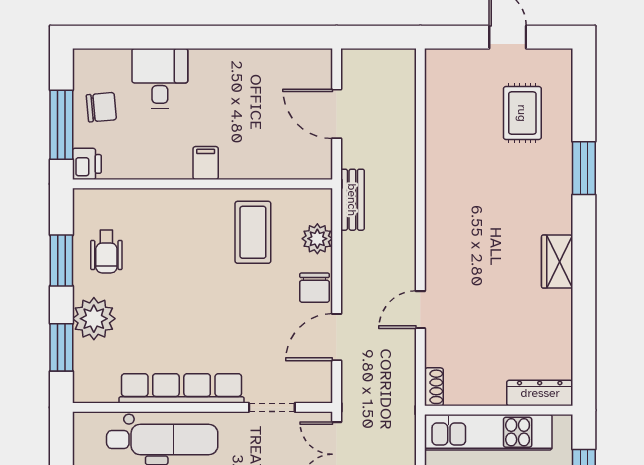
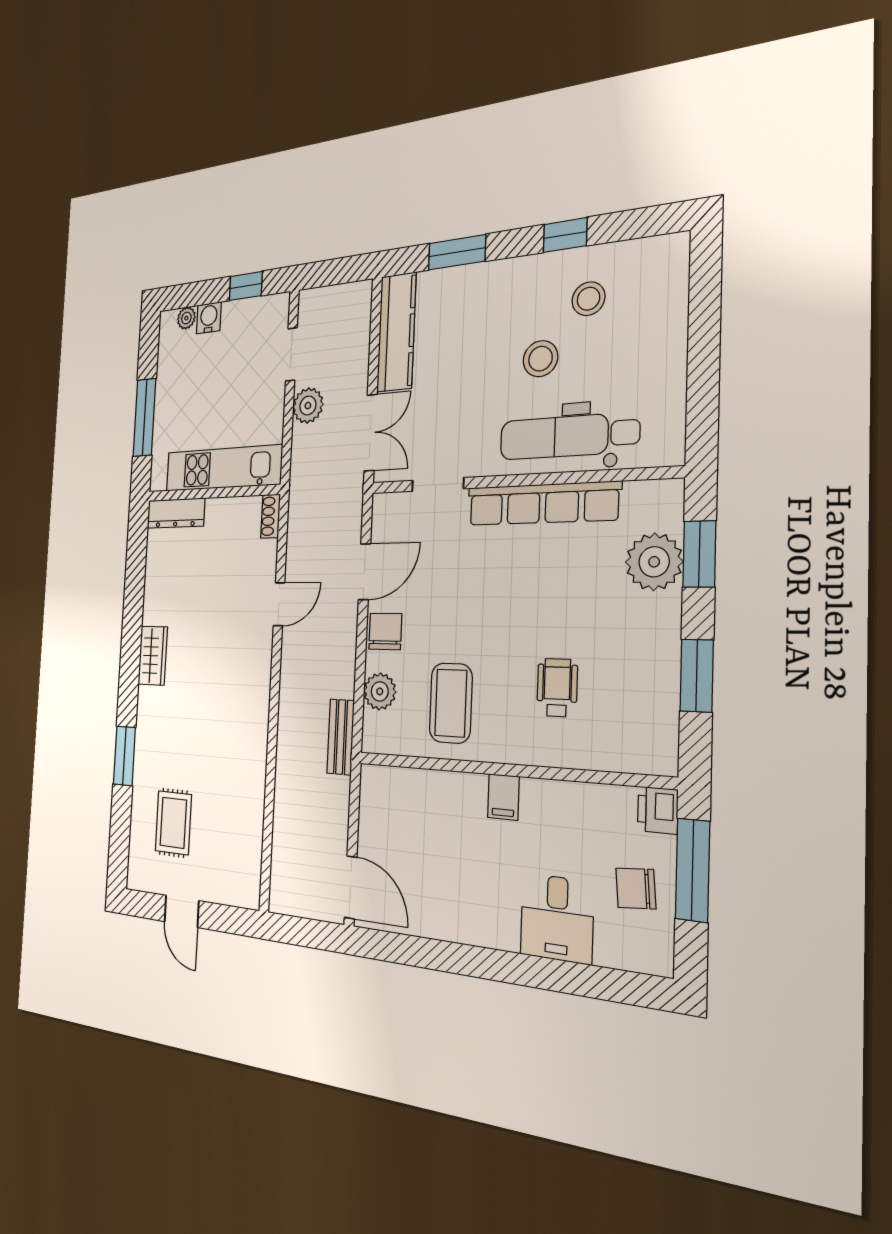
door: (337, 114) -> (351, 887), moved
wheelchair: (106, 252) -> (557, 688), moved
plant: (94, 319) -> (654, 562), moved

